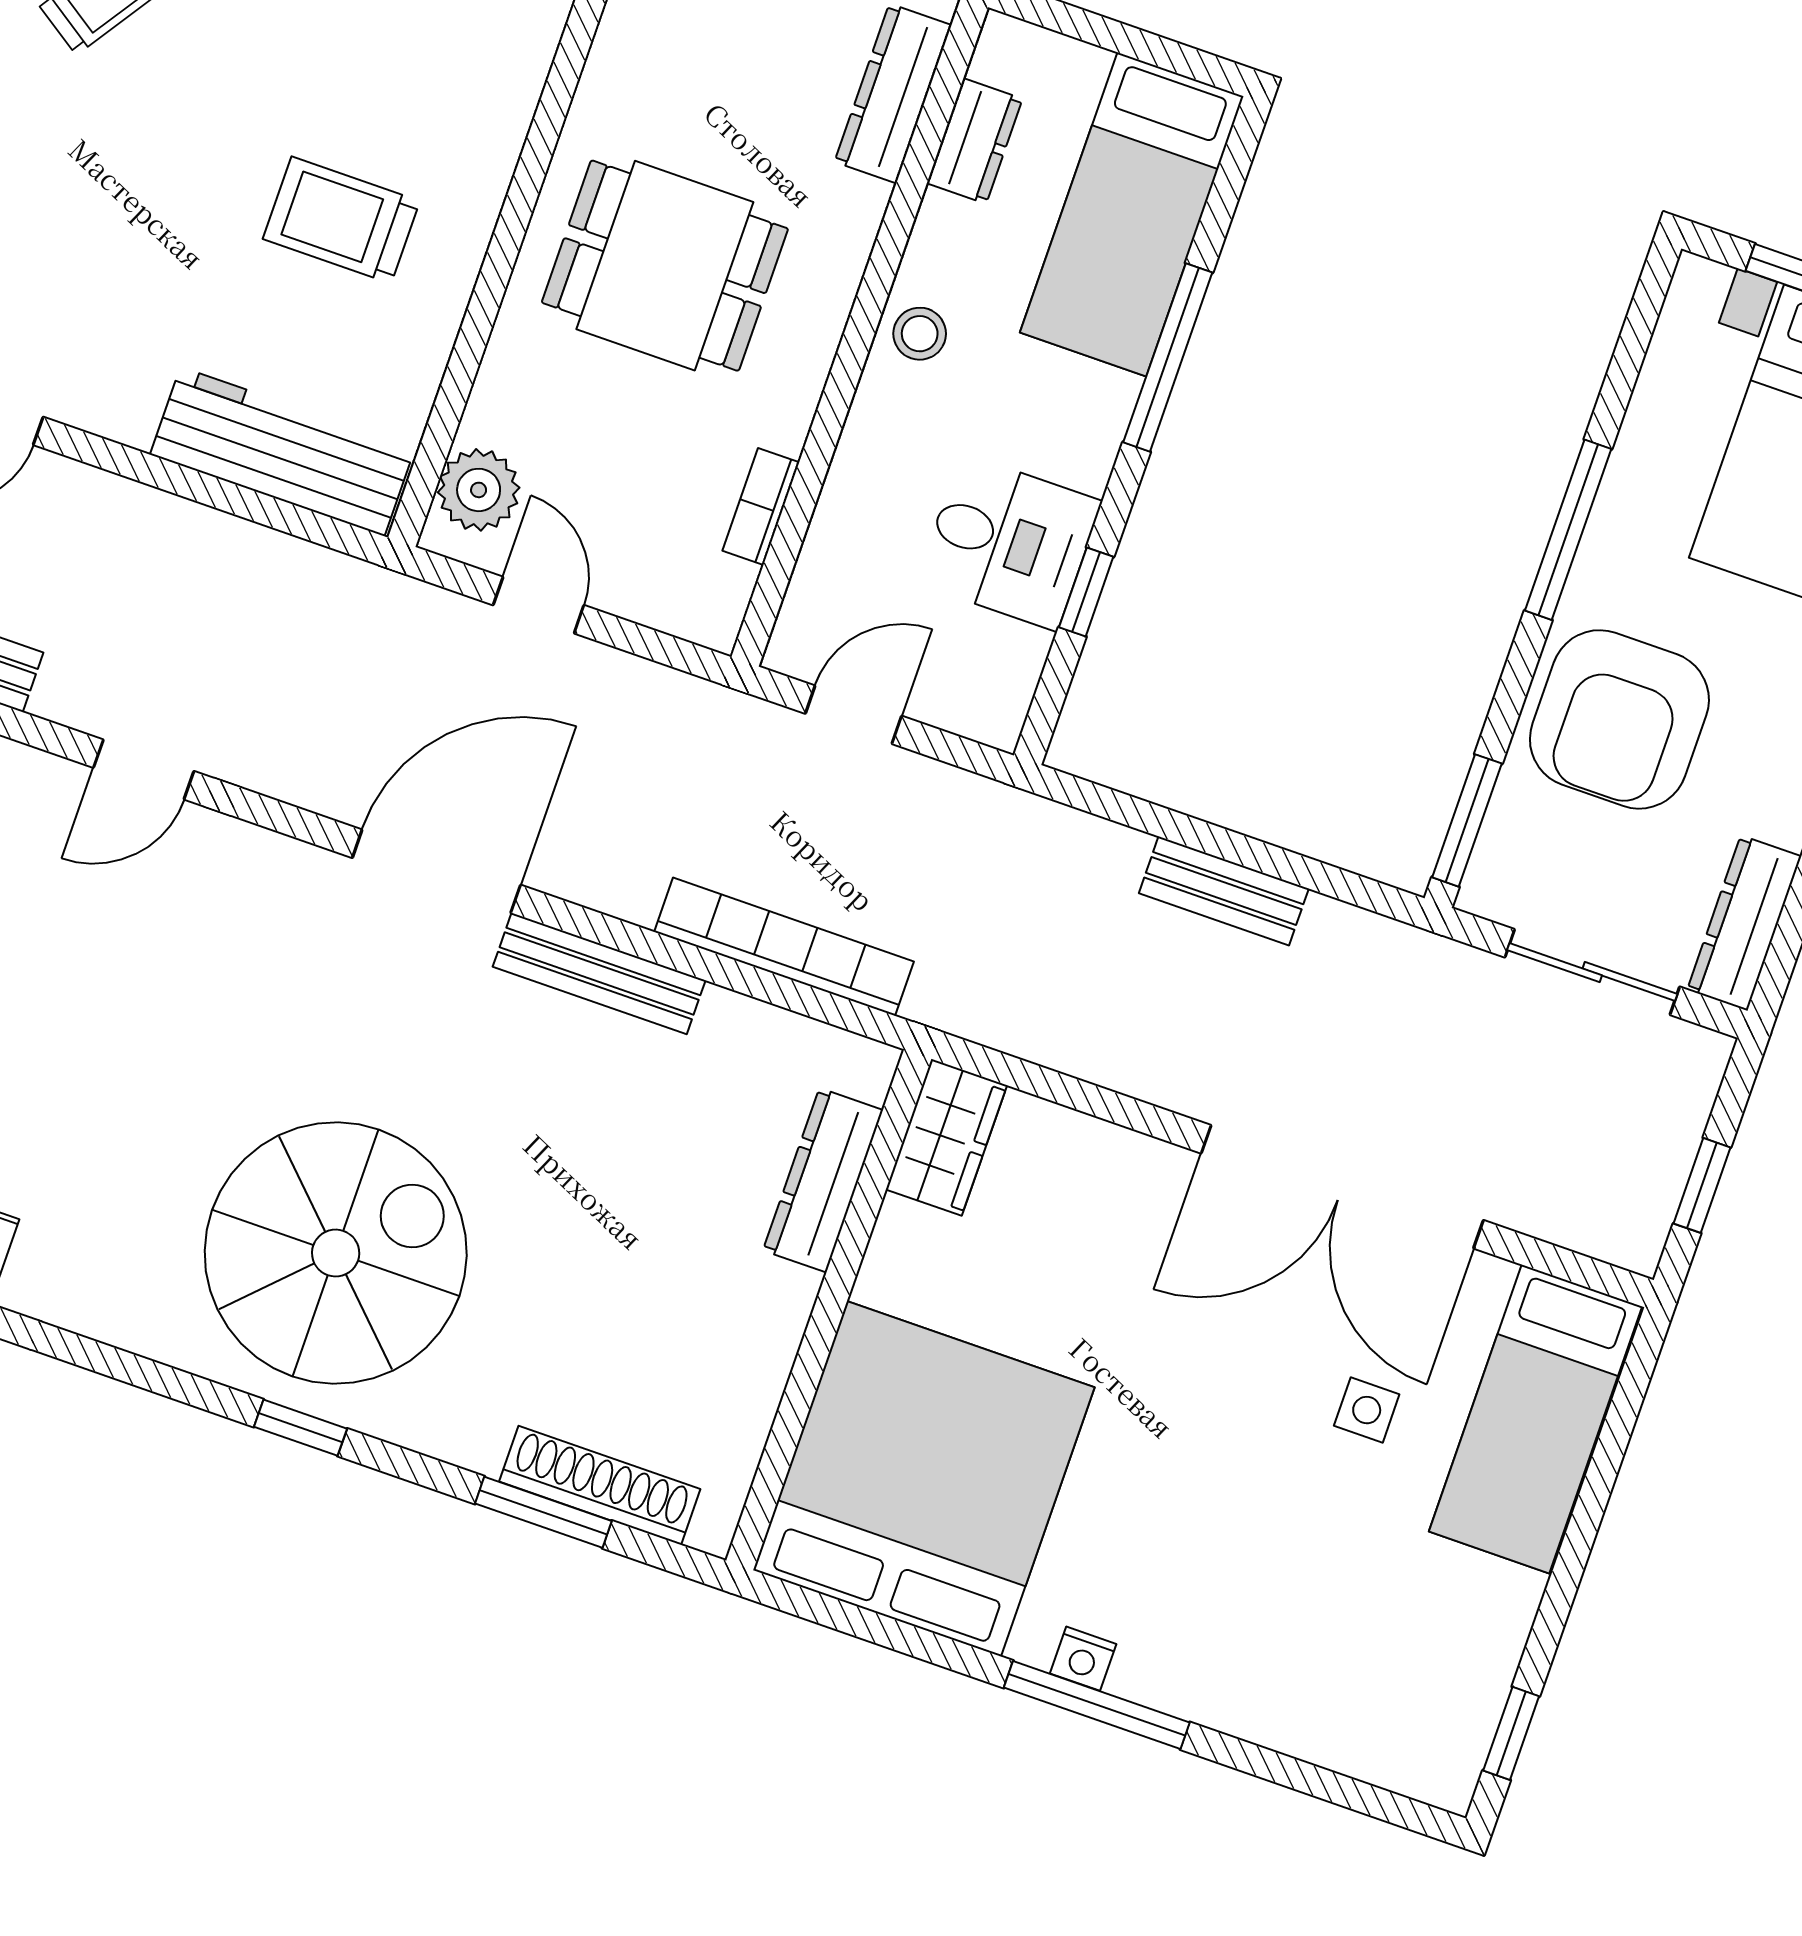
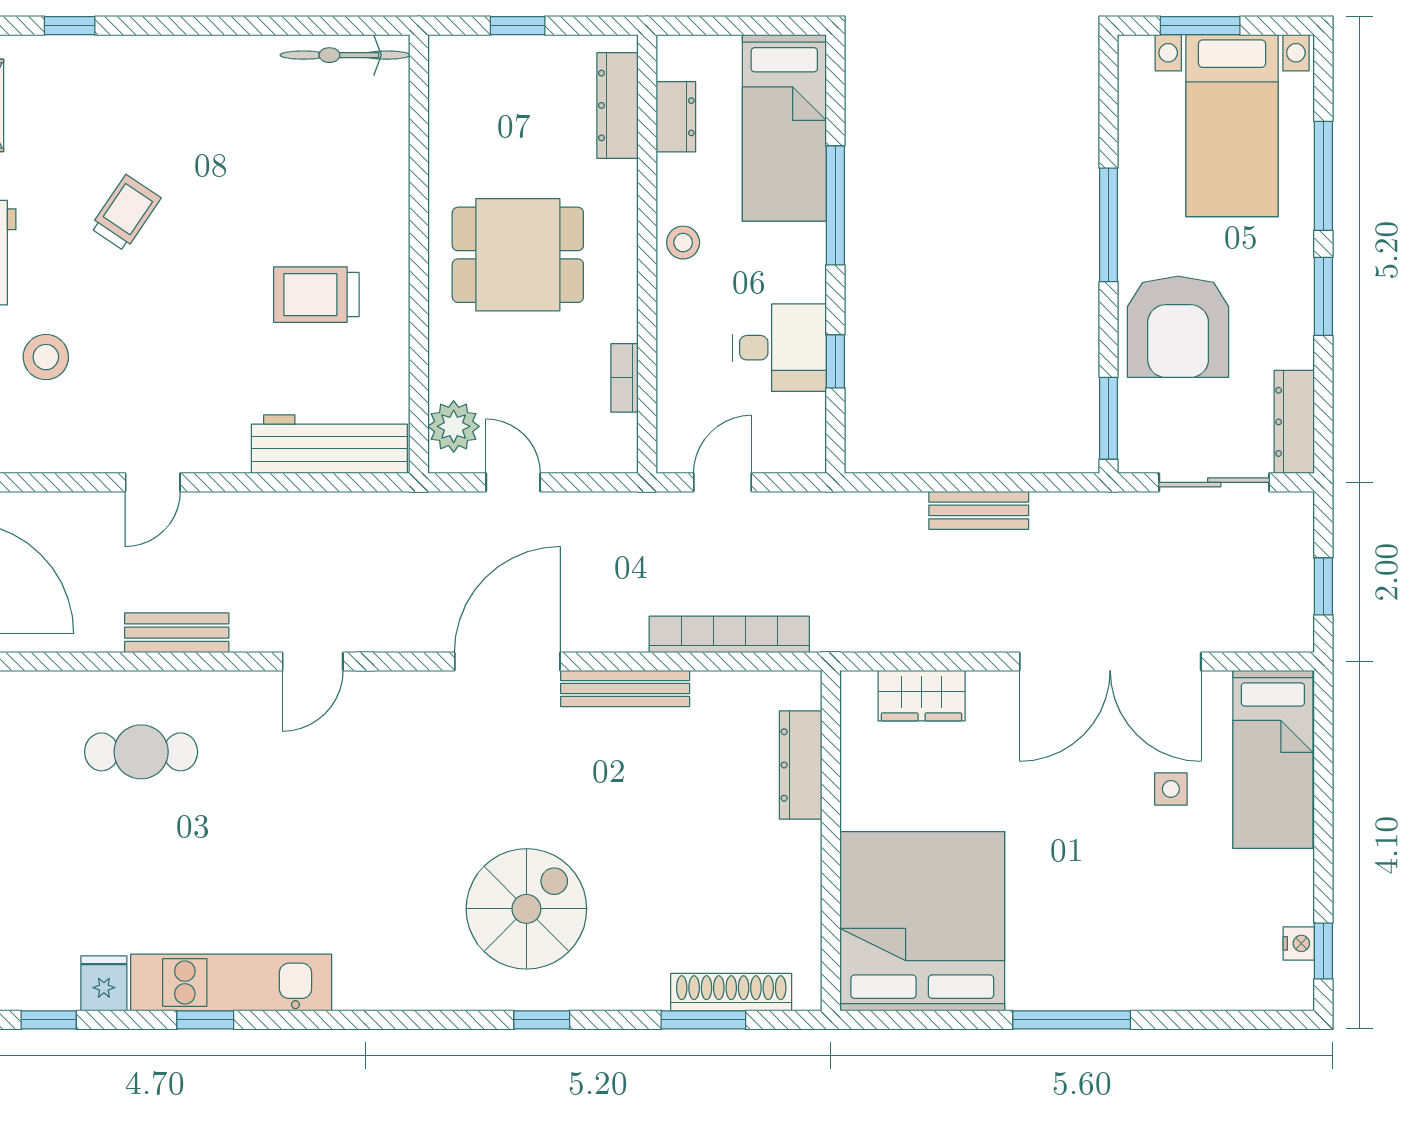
wardrobe: (946, 1137) -> (922, 696), moved, turned 90
spiral stairs: (336, 1253) -> (526, 909), width x0.73, depth x0.73
nightstand: (1083, 1659) -> (1299, 943), moved, turned -90

